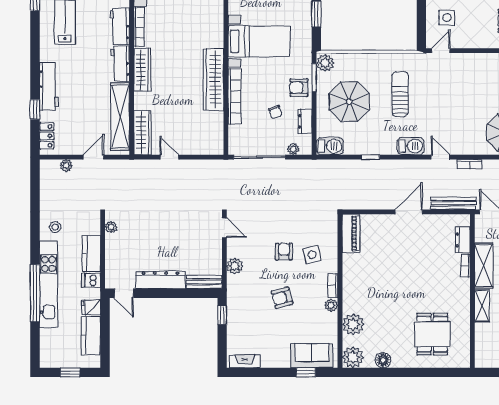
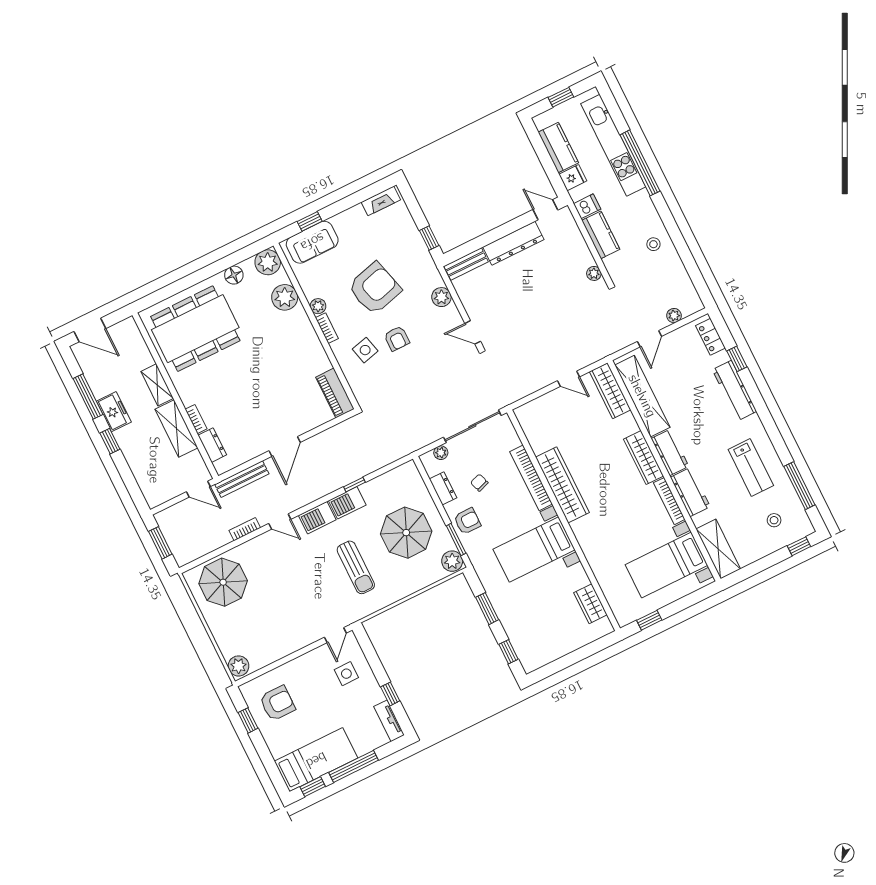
barbecue: (330, 146) -> (347, 503), moved
kitchen unit: (49, 284) -> (613, 145), moved
armchair: (282, 298) -> (375, 288), width x1.88, depth x1.88
dining table: (432, 334) -> (195, 329), width x1.88, depth x1.24

